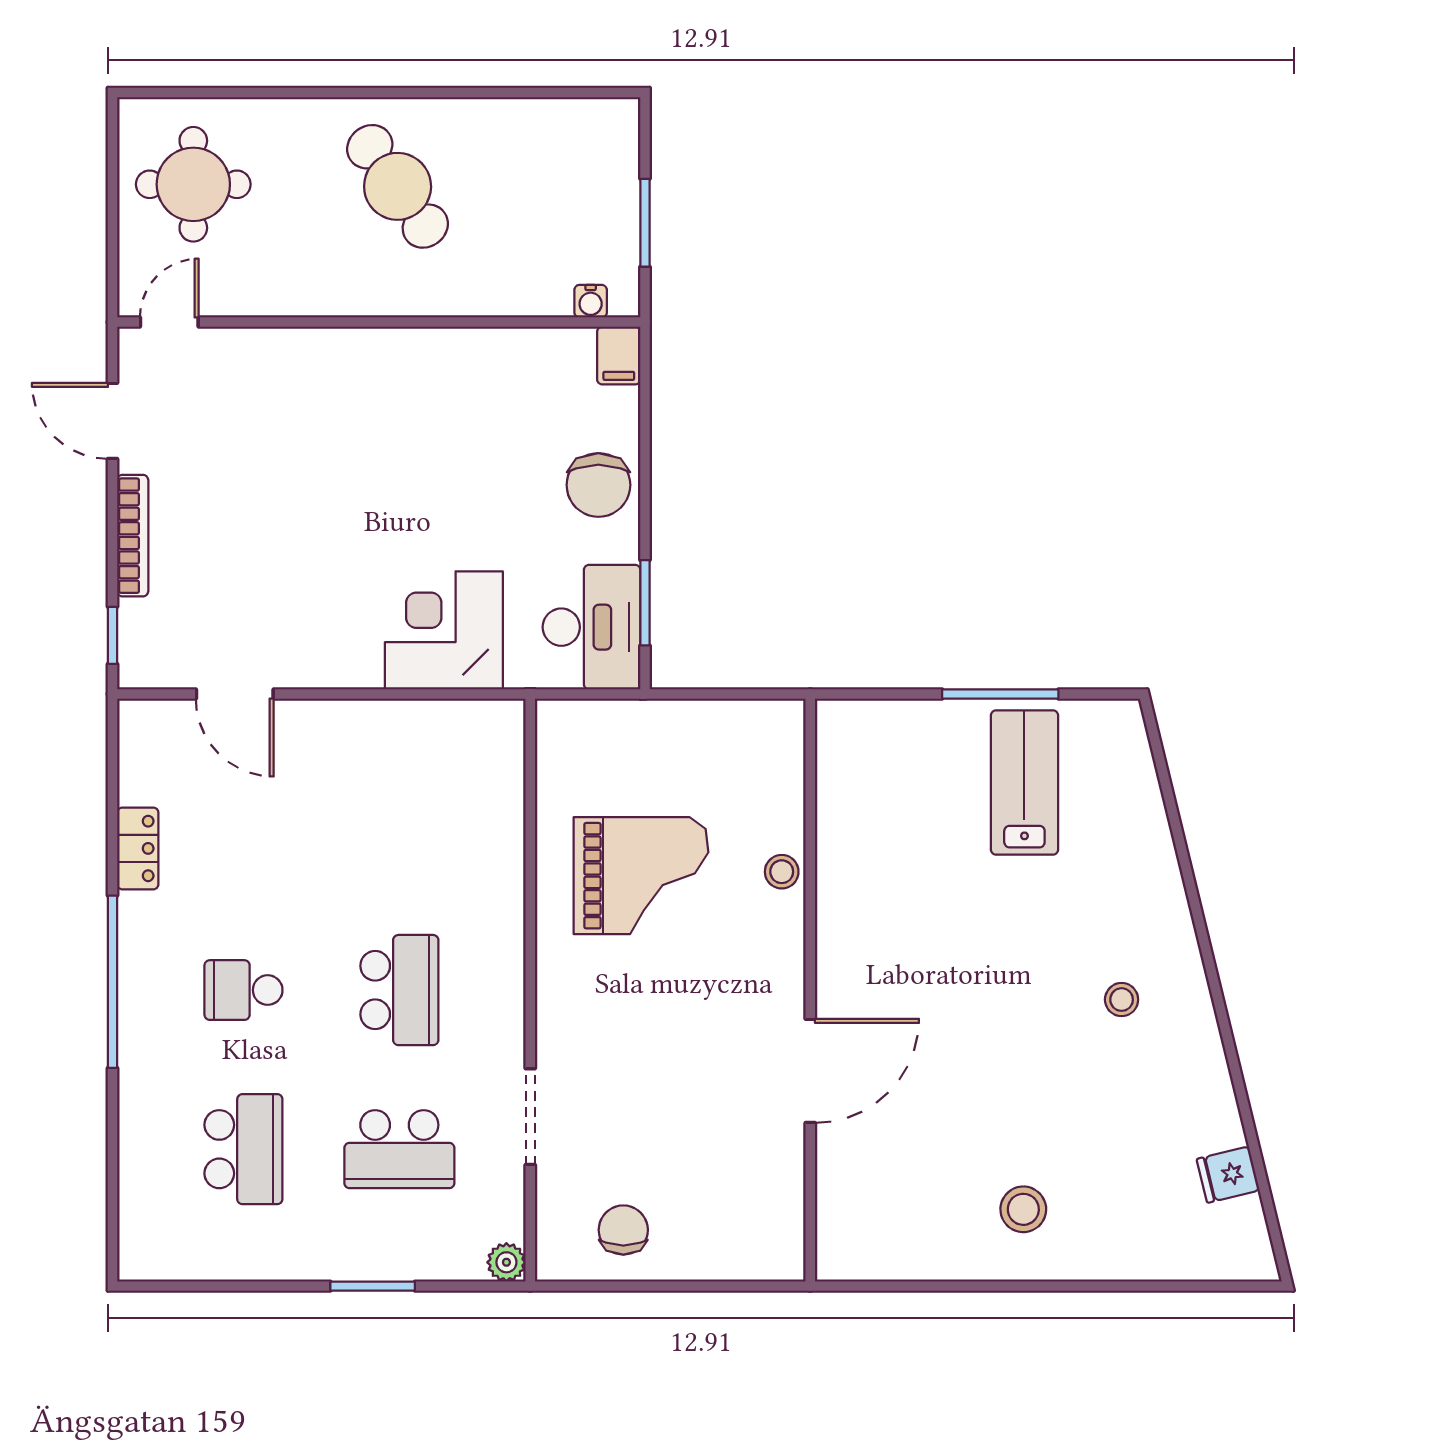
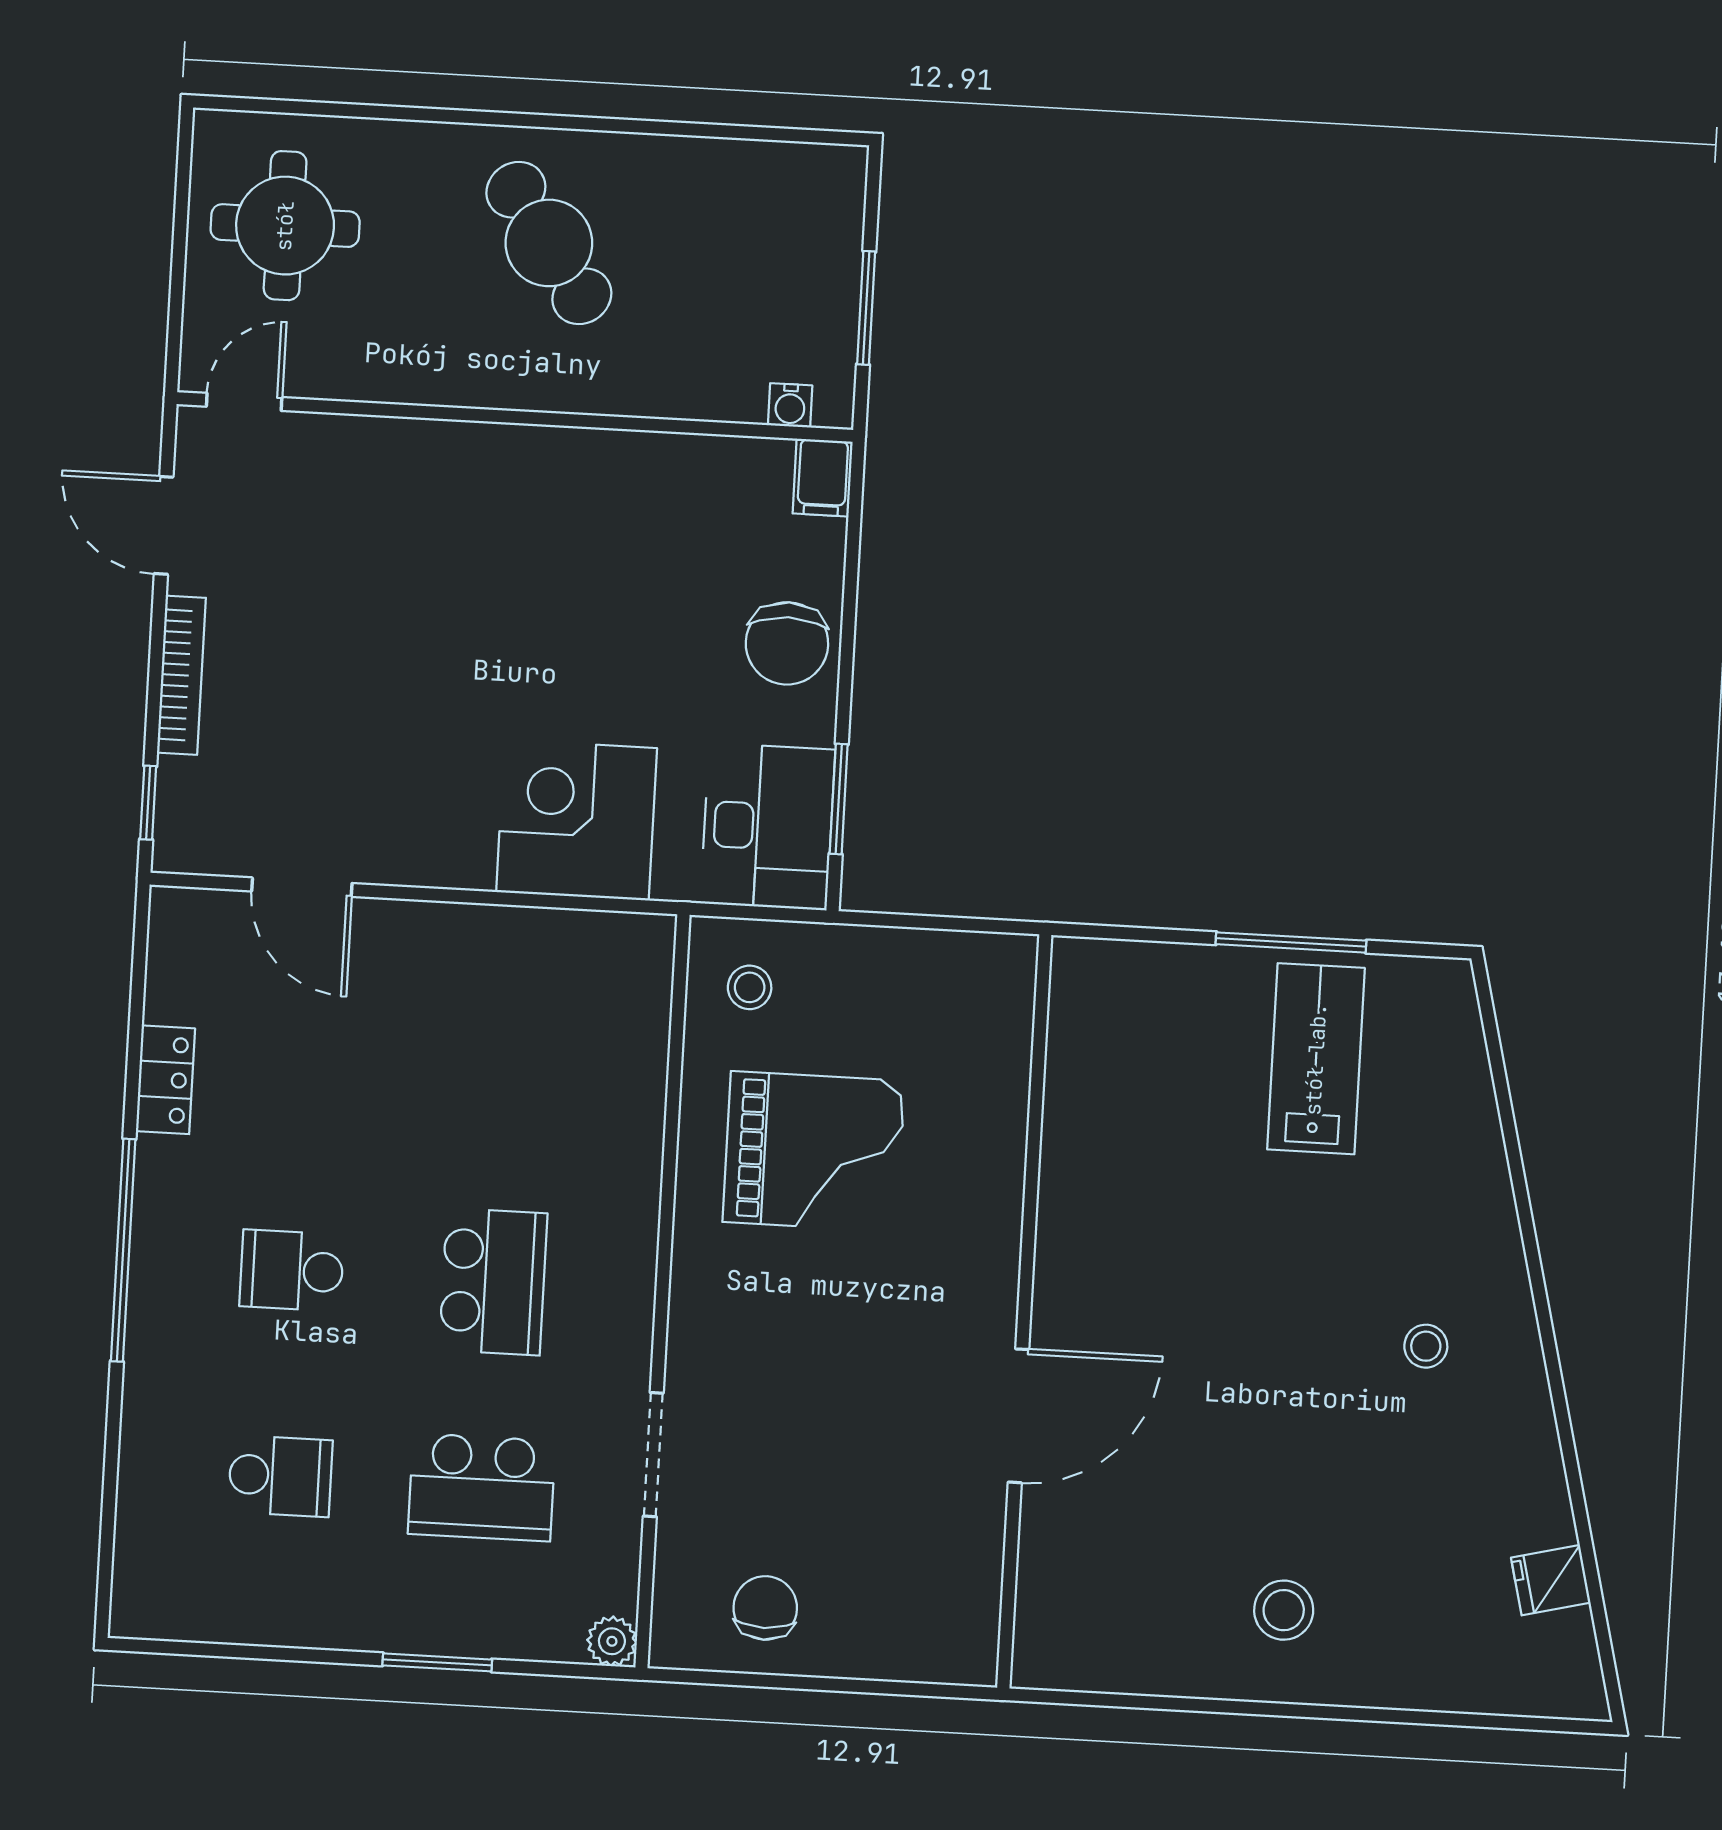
stool: (782, 872) -> (750, 987), moved
school desk: (243, 1149) -> (280, 1476), width x0.54

